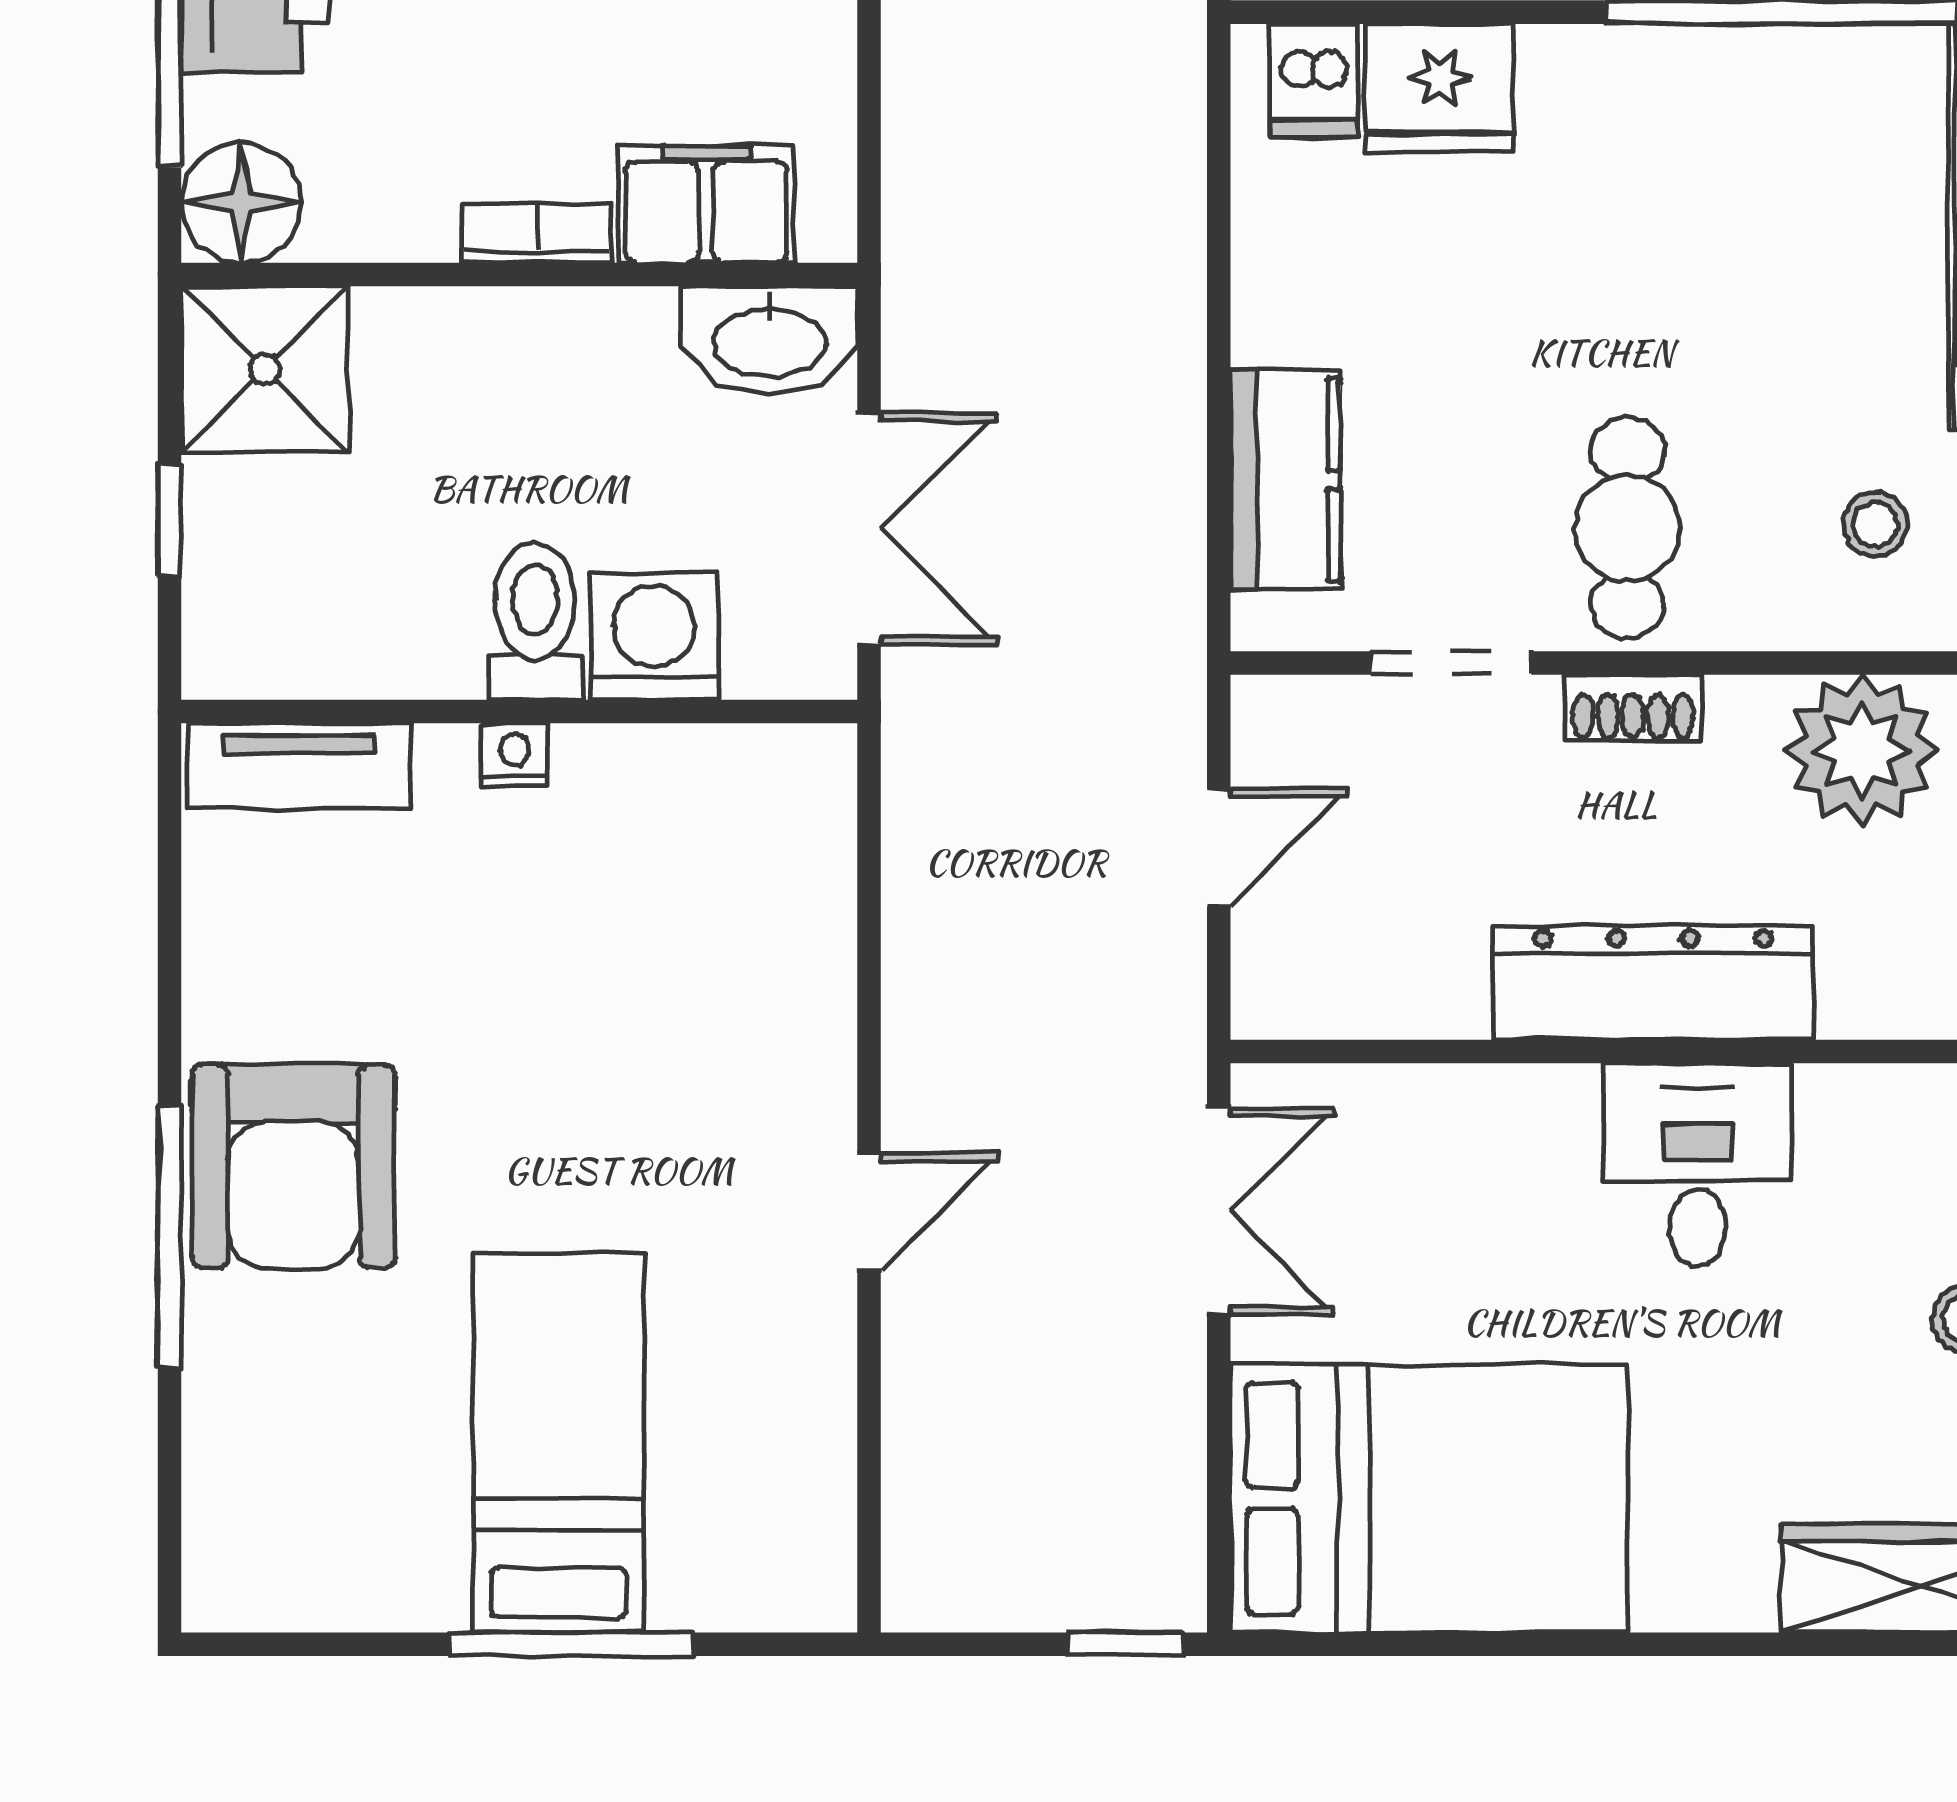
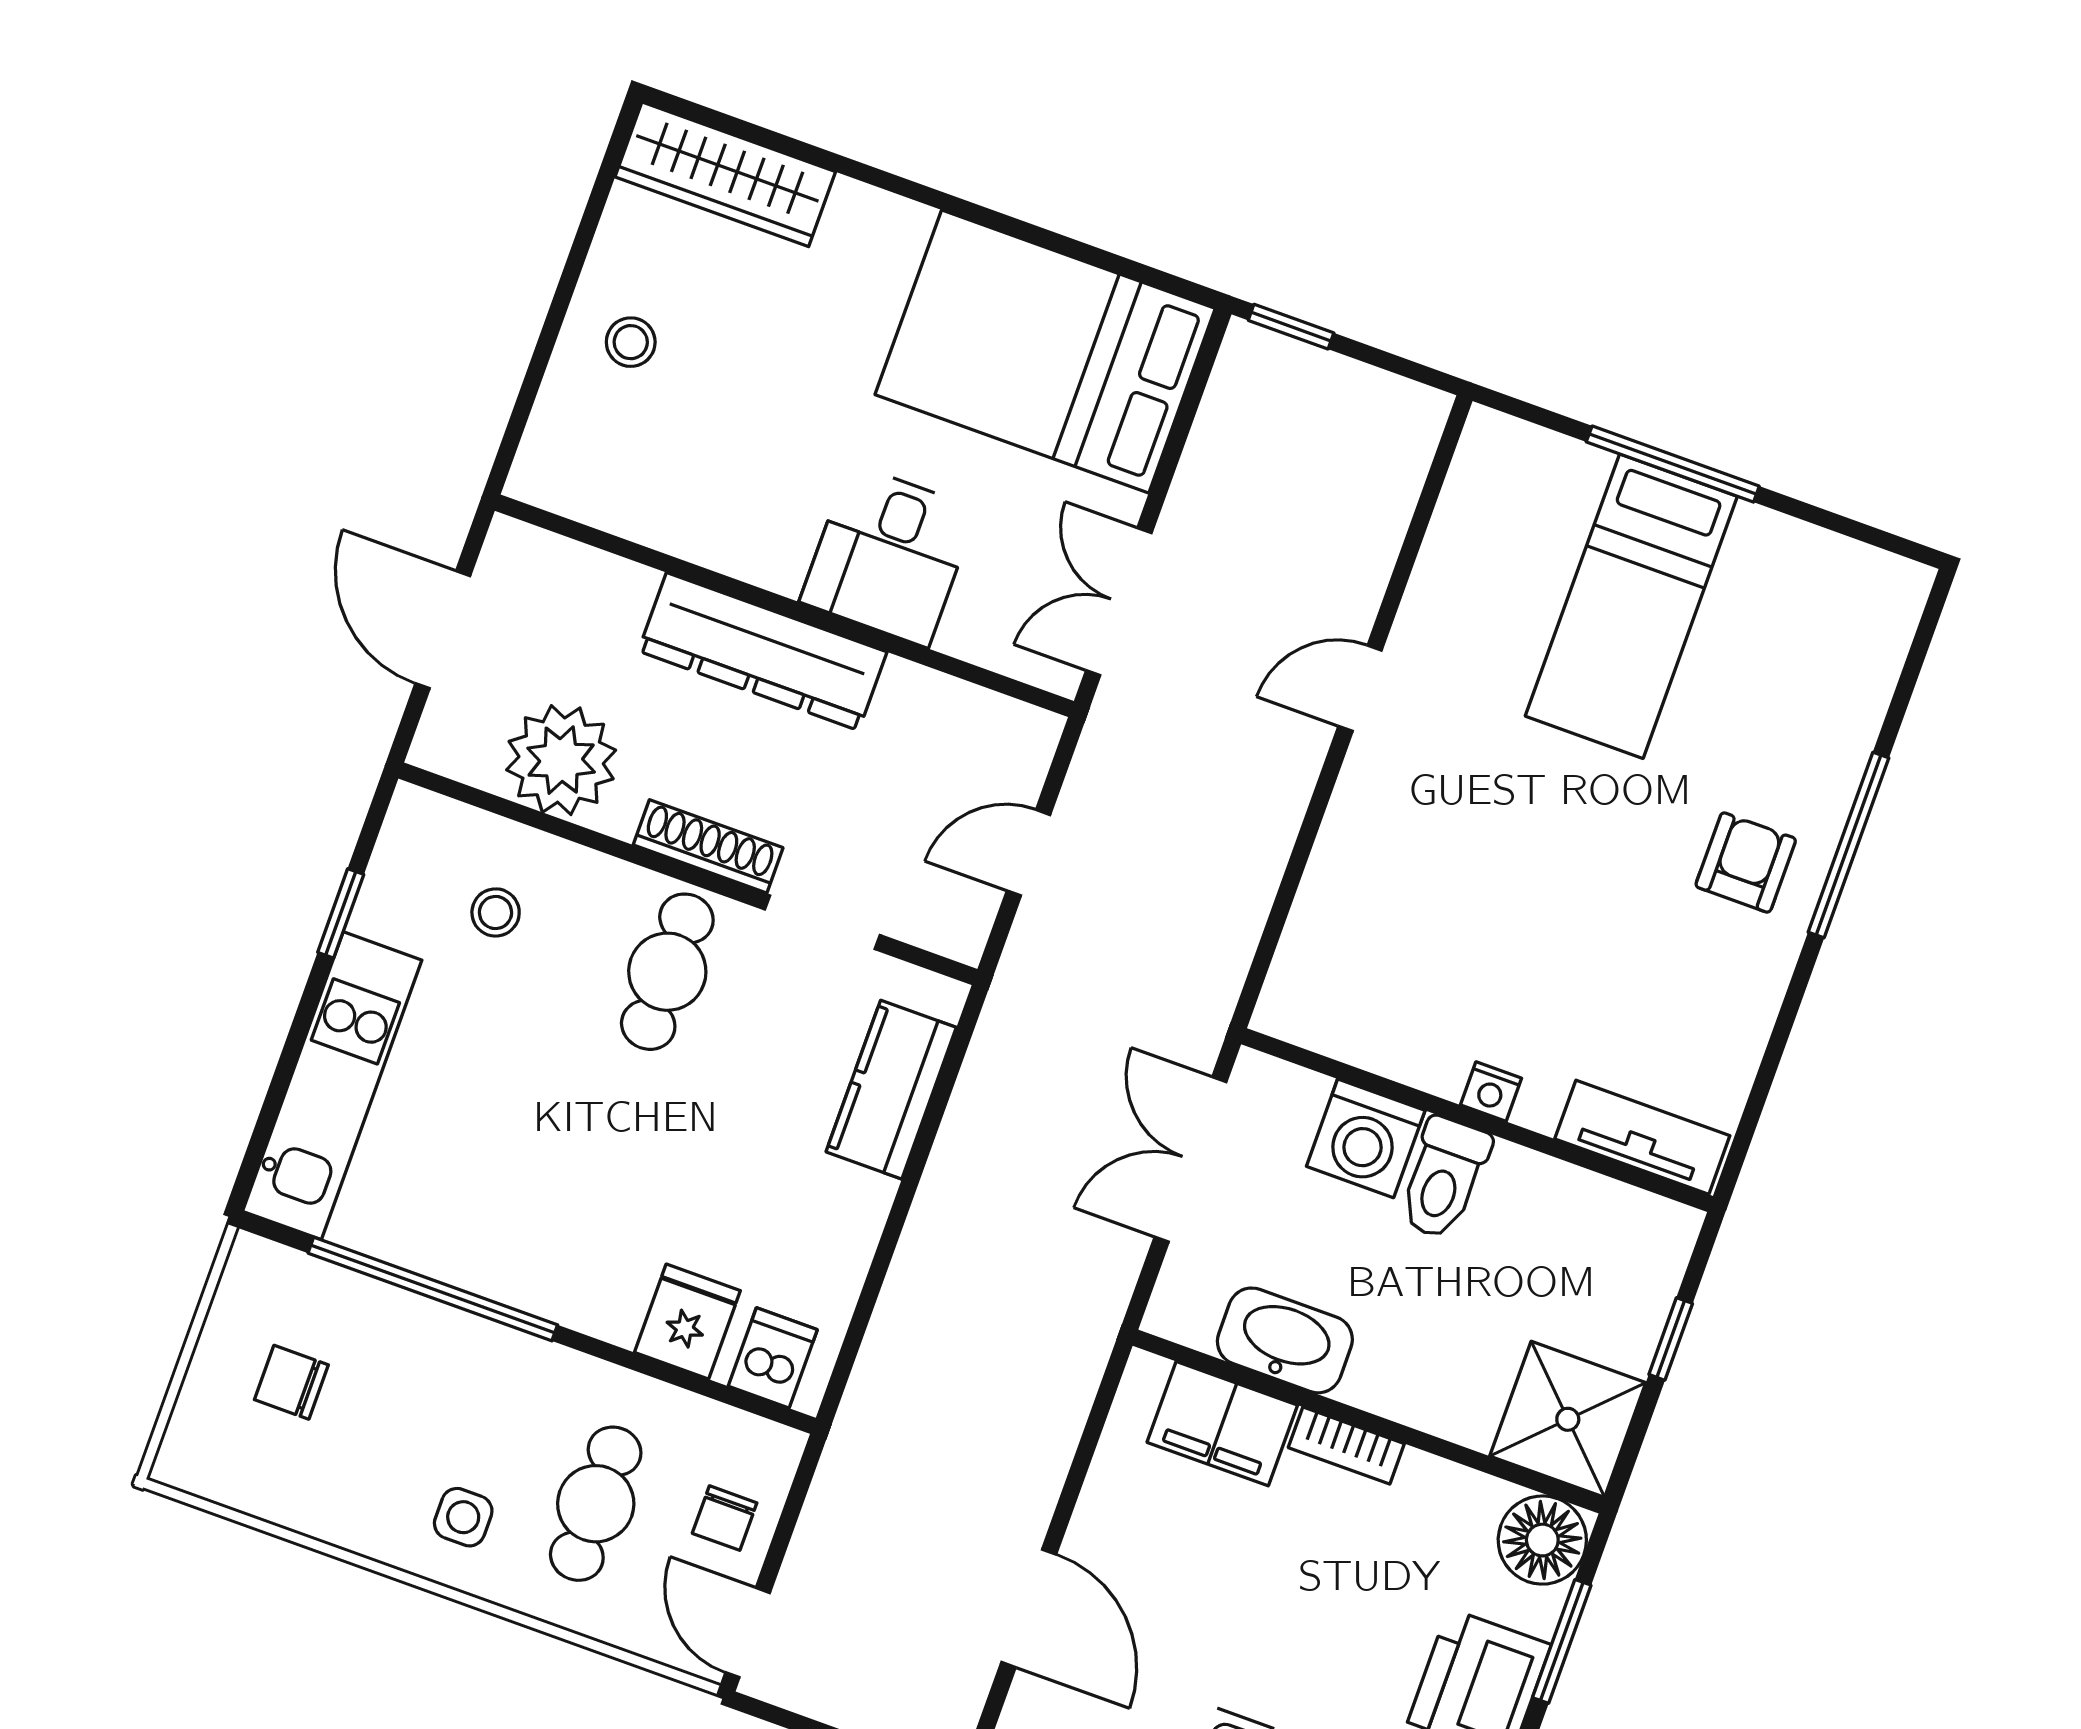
fridge: (1440, 88) -> (687, 1322), width x0.72
washbasin: (769, 340) -> (1285, 1340), moved
shoe rack: (1633, 708) -> (708, 846), width x1.43
desk: (1698, 1165) -> (889, 555), moved
armchair: (293, 1166) -> (1746, 863), width x0.53, depth x0.53

